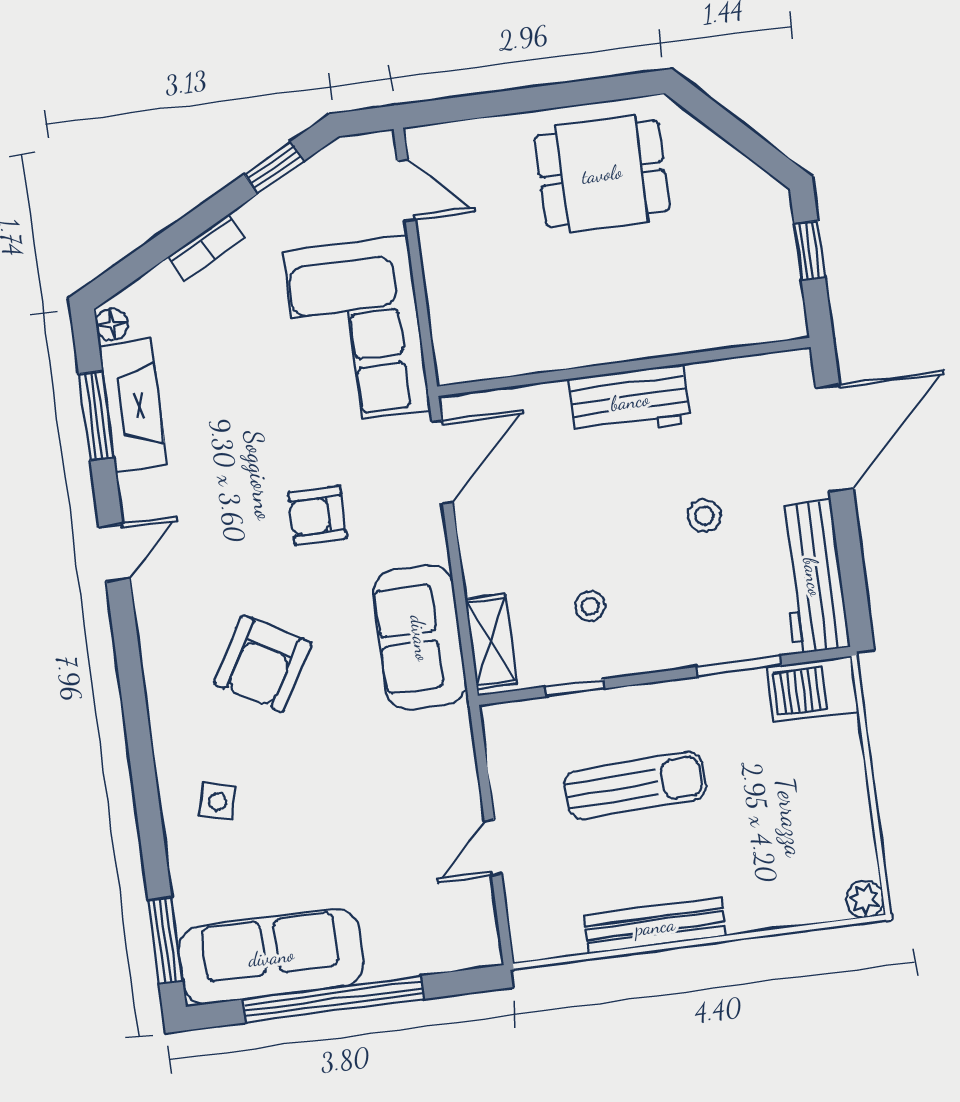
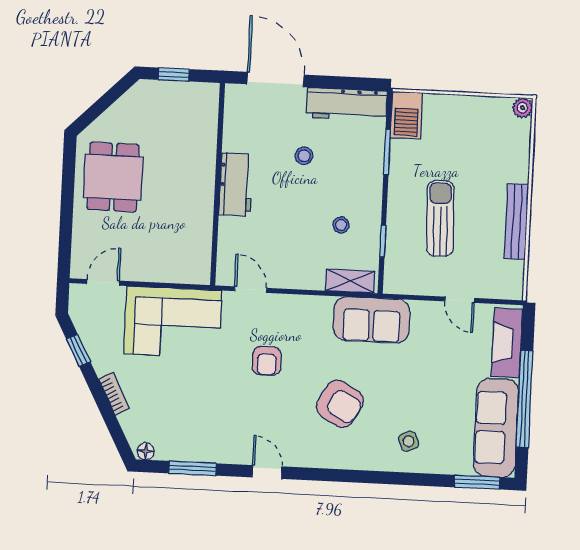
fireplace: (133, 406) -> (507, 343), moved, turned -90
door: (442, 462) -> (250, 290), width x0.73
sofa: (420, 638) -> (372, 320), moved
side table: (217, 801) -> (409, 441), turned -38

